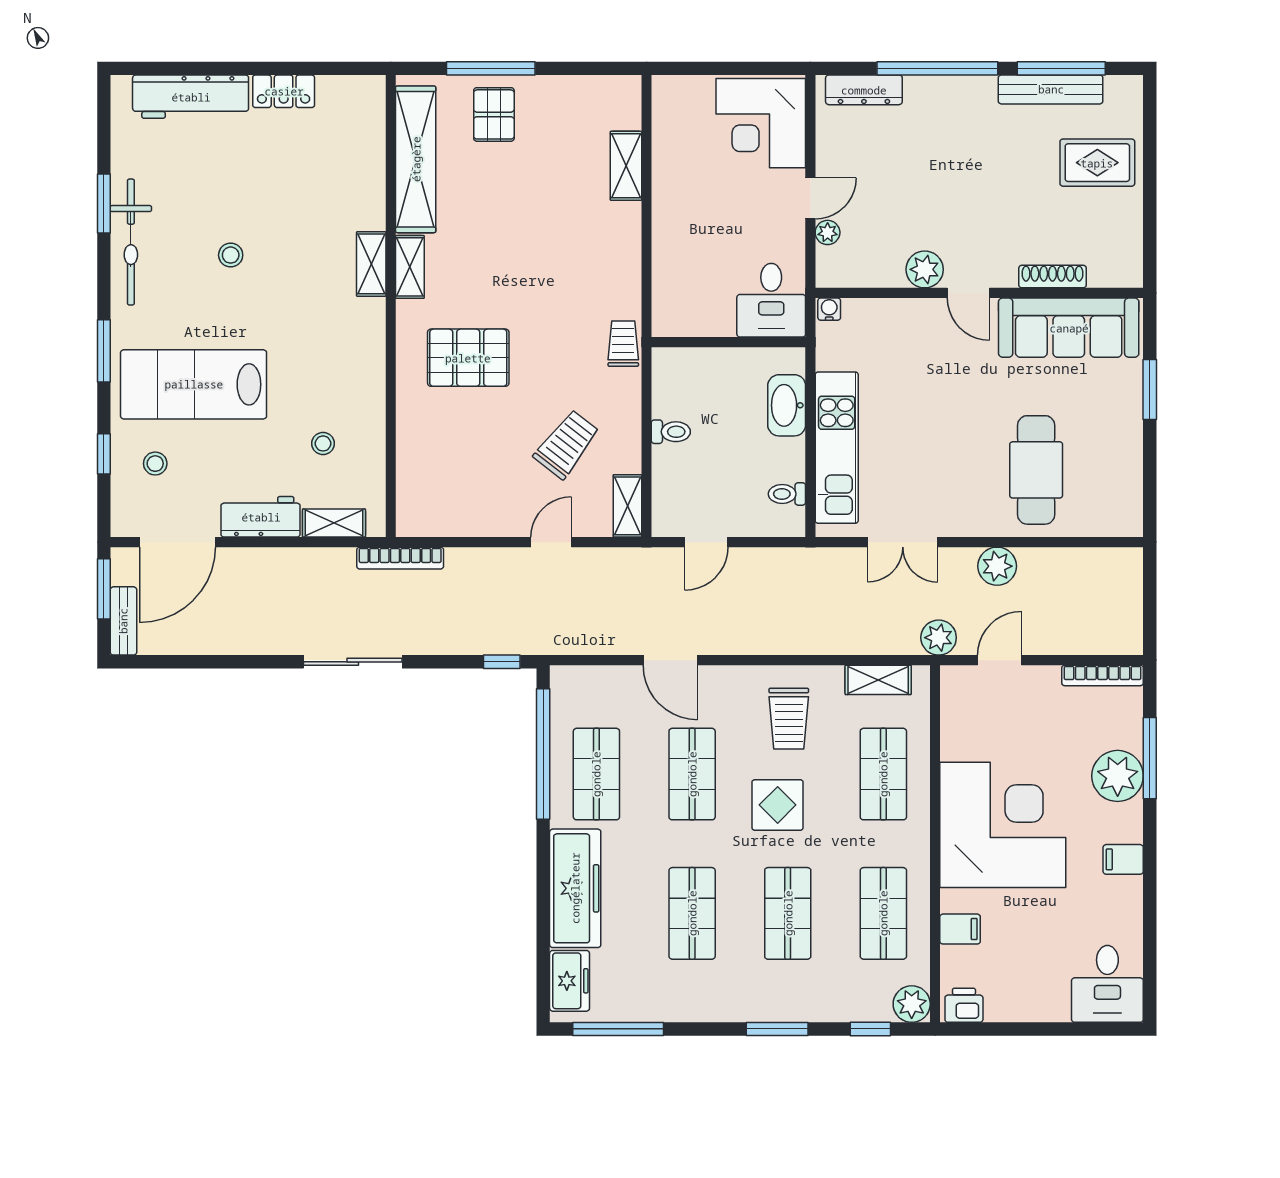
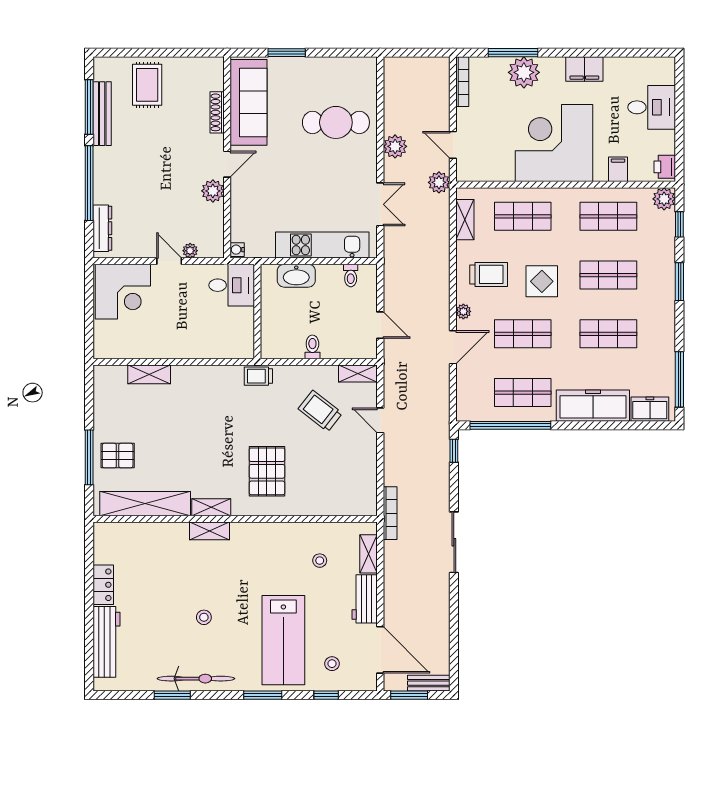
plant: (728, 677) -> (463, 311), added
filing cabinet: (1123, 859) -> (584, 69), width x2.00
desk: (1107, 984) -> (652, 107), moved

